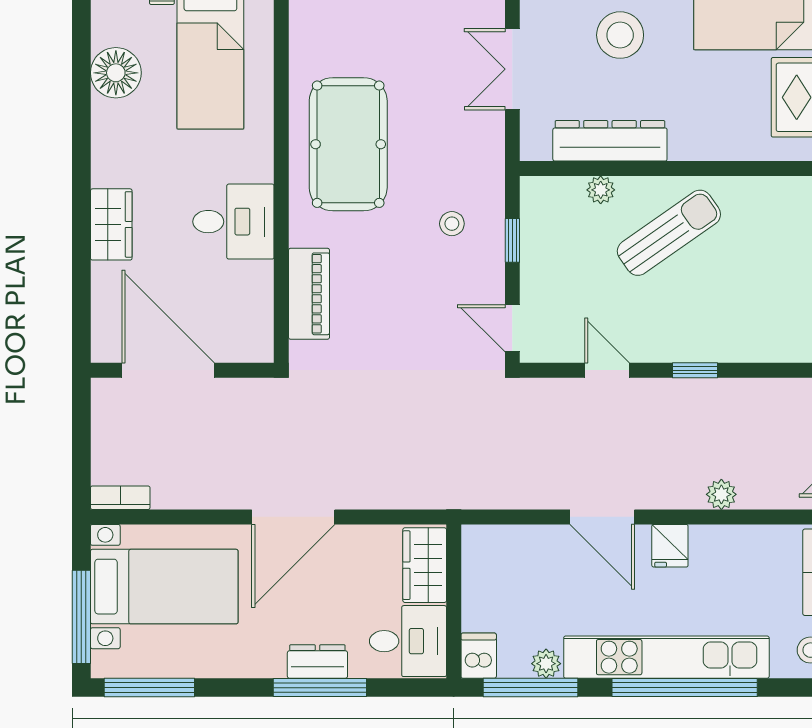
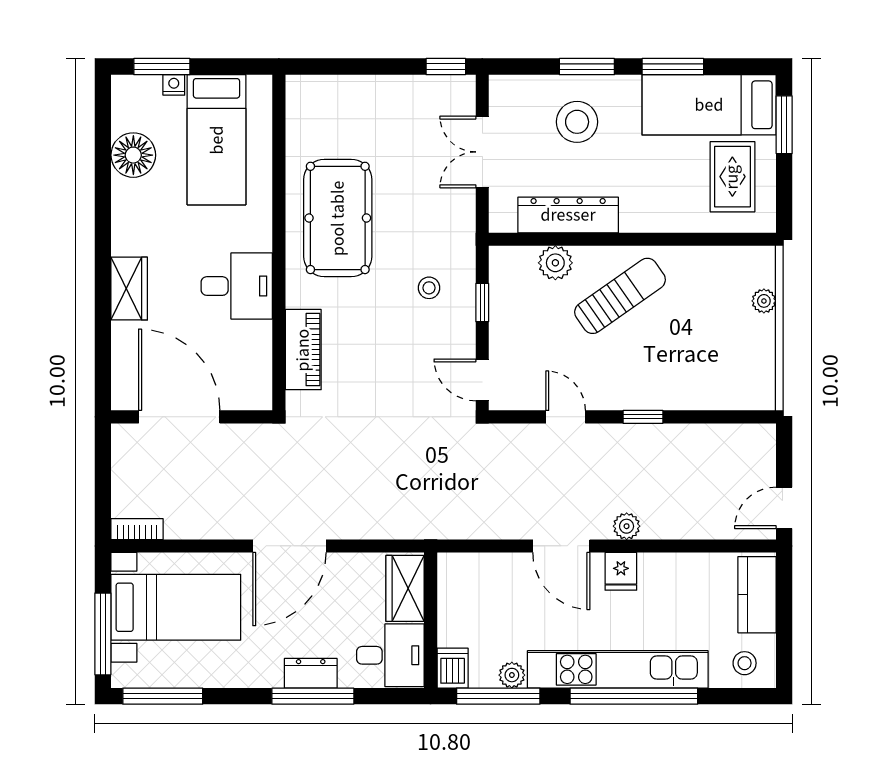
plant: (601, 190) -> (555, 263), width x1.38, depth x1.38
plant: (721, 494) -> (627, 526), moved

